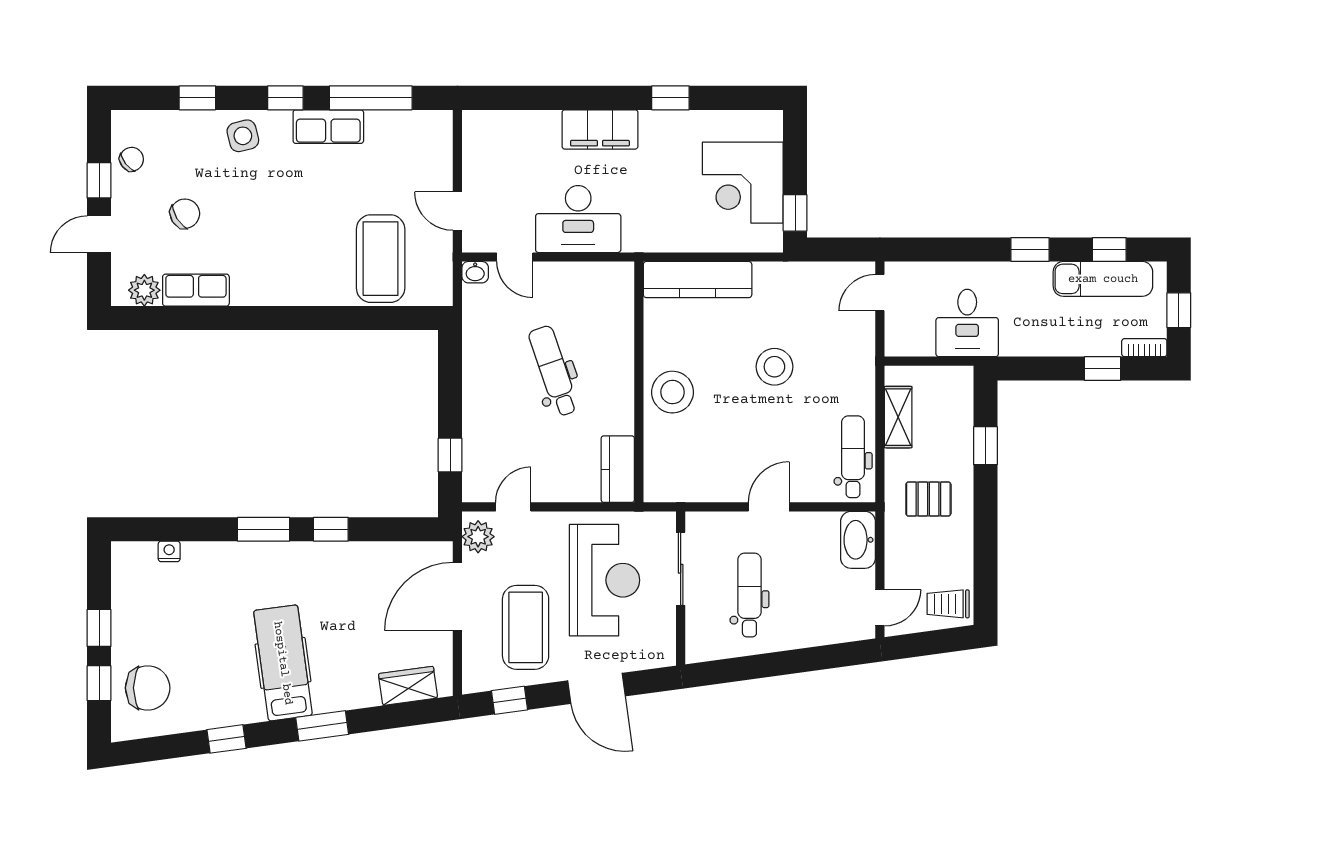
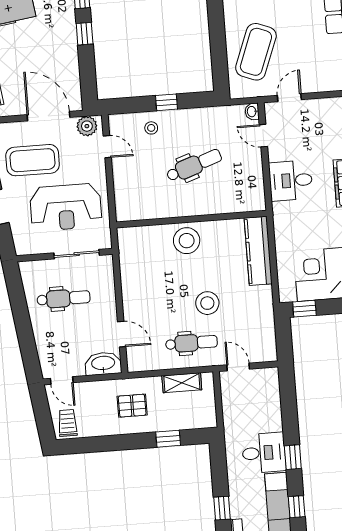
desk: (578, 219) -> (291, 181), width x0.73
door: (515, 257) -> (263, 136), hinge flipped
coffee table: (381, 259) -> (256, 52), turned -69
door: (880, 293) -> (238, 367), moved
desk: (967, 323) -> (264, 453), moved, turned 180
stool: (489, 435) -> (151, 128), added
window: (450, 455) -> (167, 102), moved
dental chair: (853, 457) -> (191, 343), moved
kitchen counter: (618, 469) -> (136, 210), removed
pallet: (928, 499) -> (132, 406), turned 90
door: (769, 507) -> (122, 334), moved

